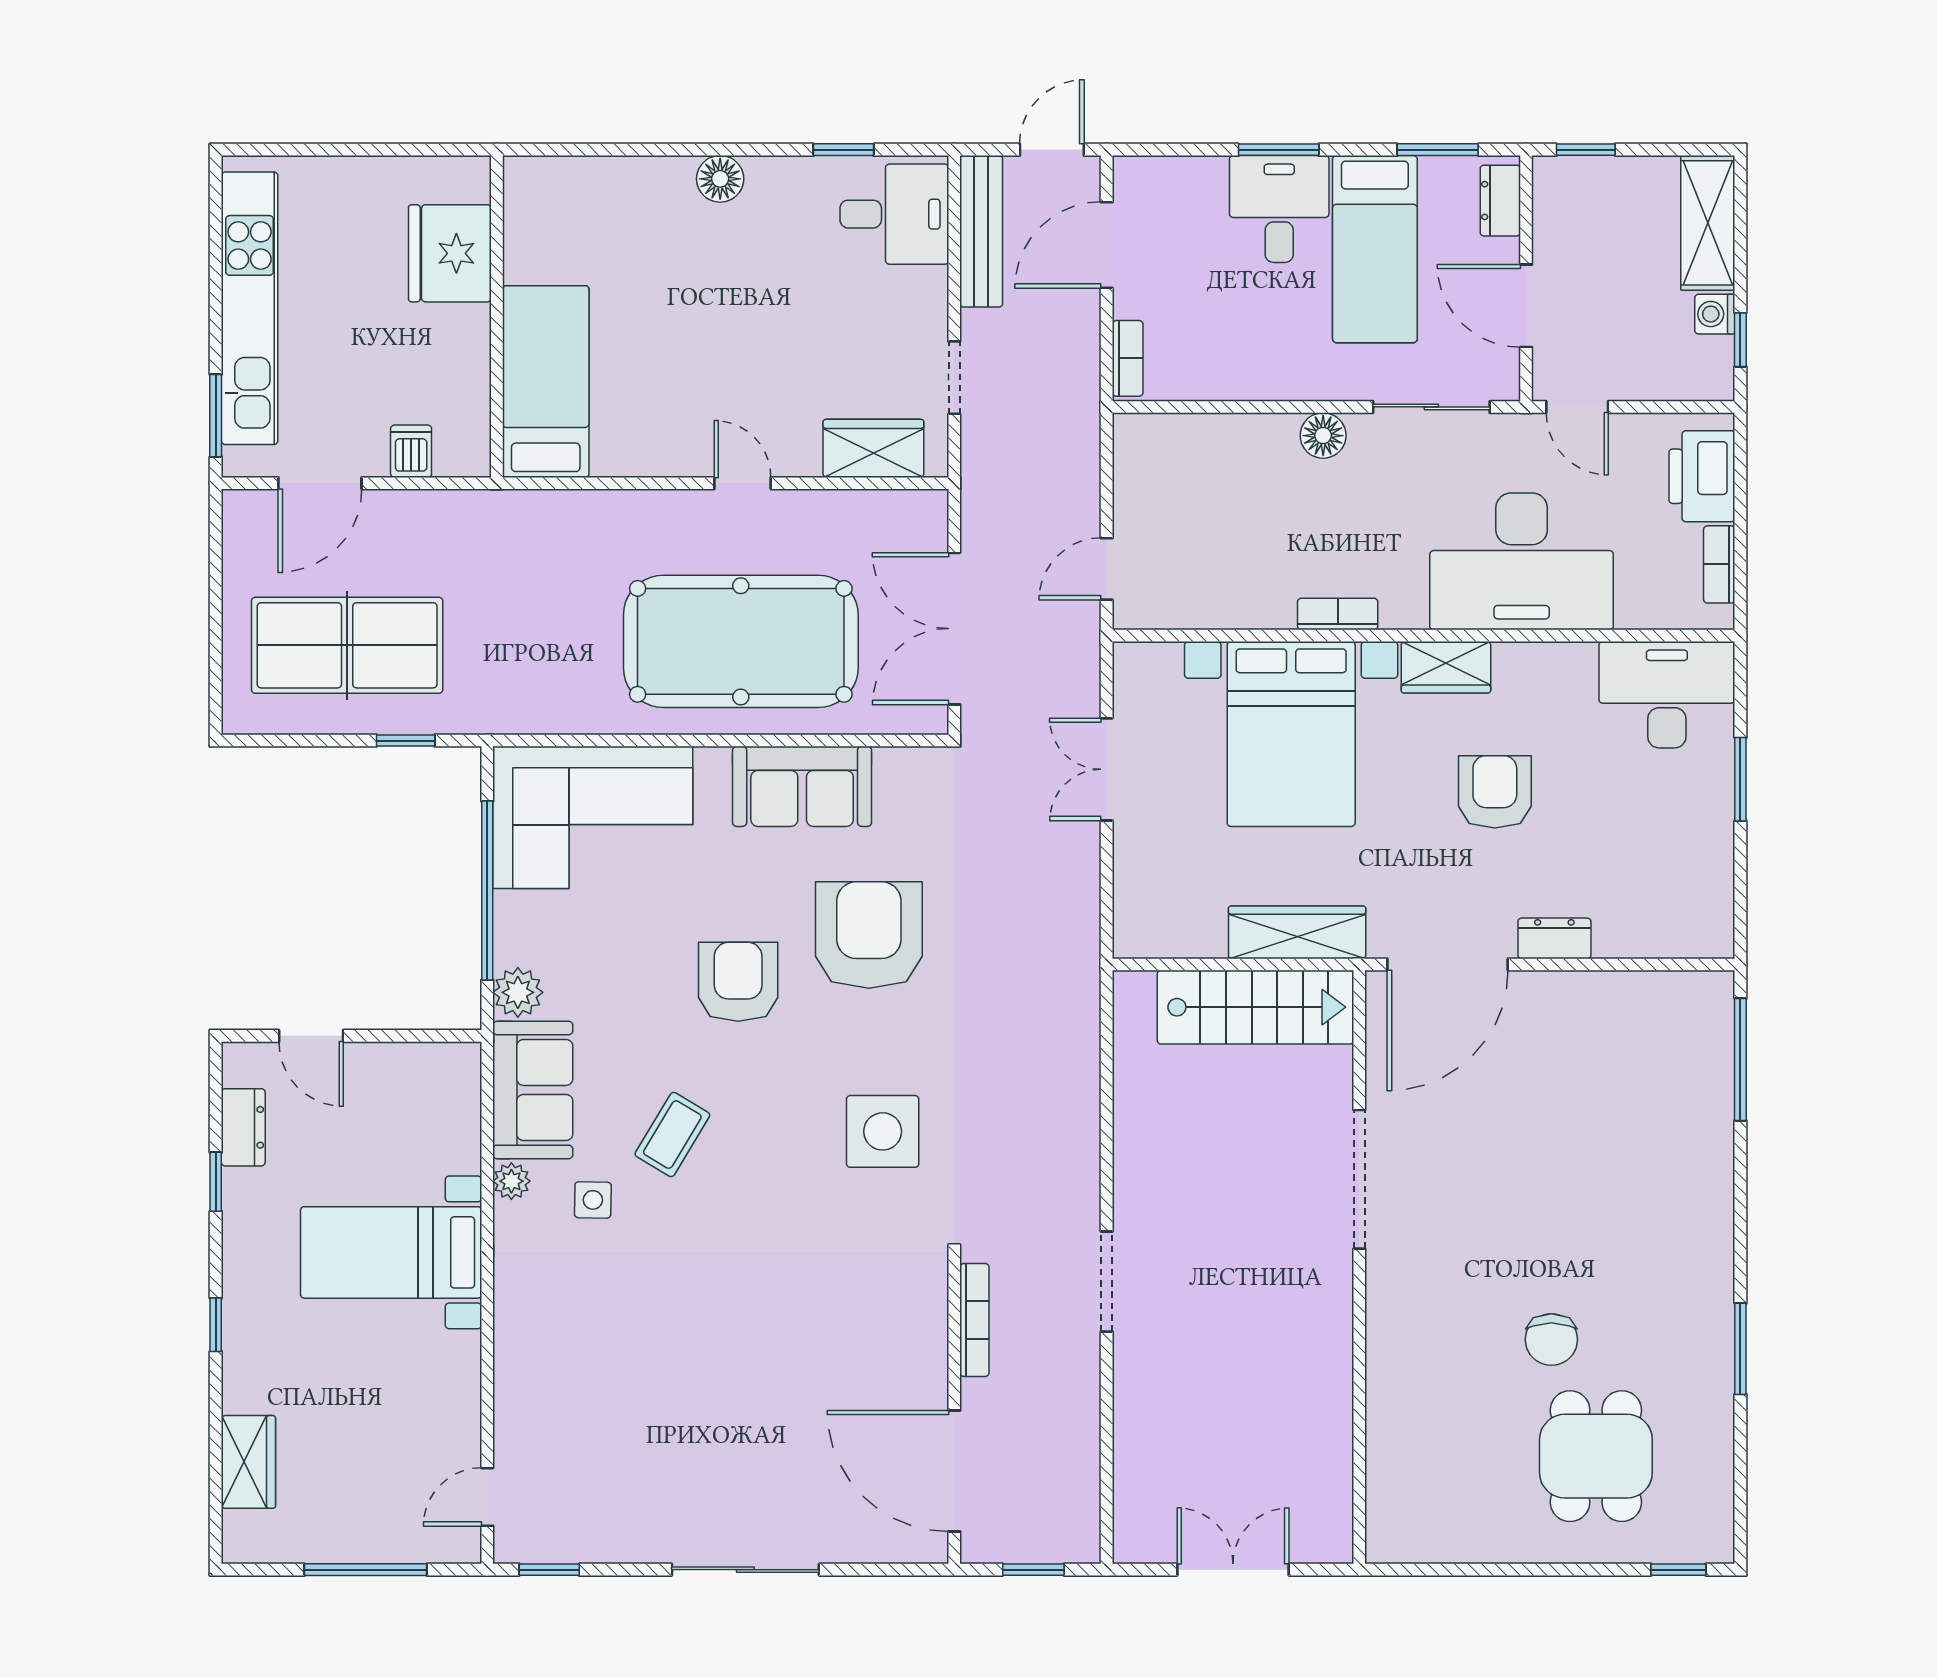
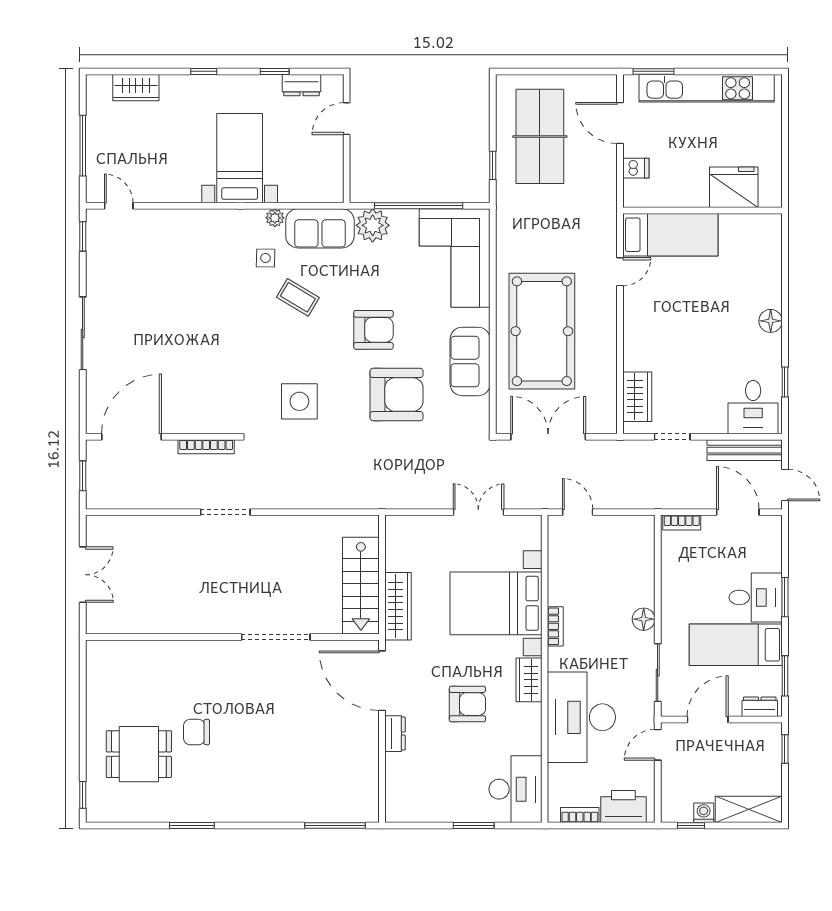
door: (743, 483) -> (620, 272), moved
plant: (518, 992) -> (373, 225), width x1.36, depth x1.36

